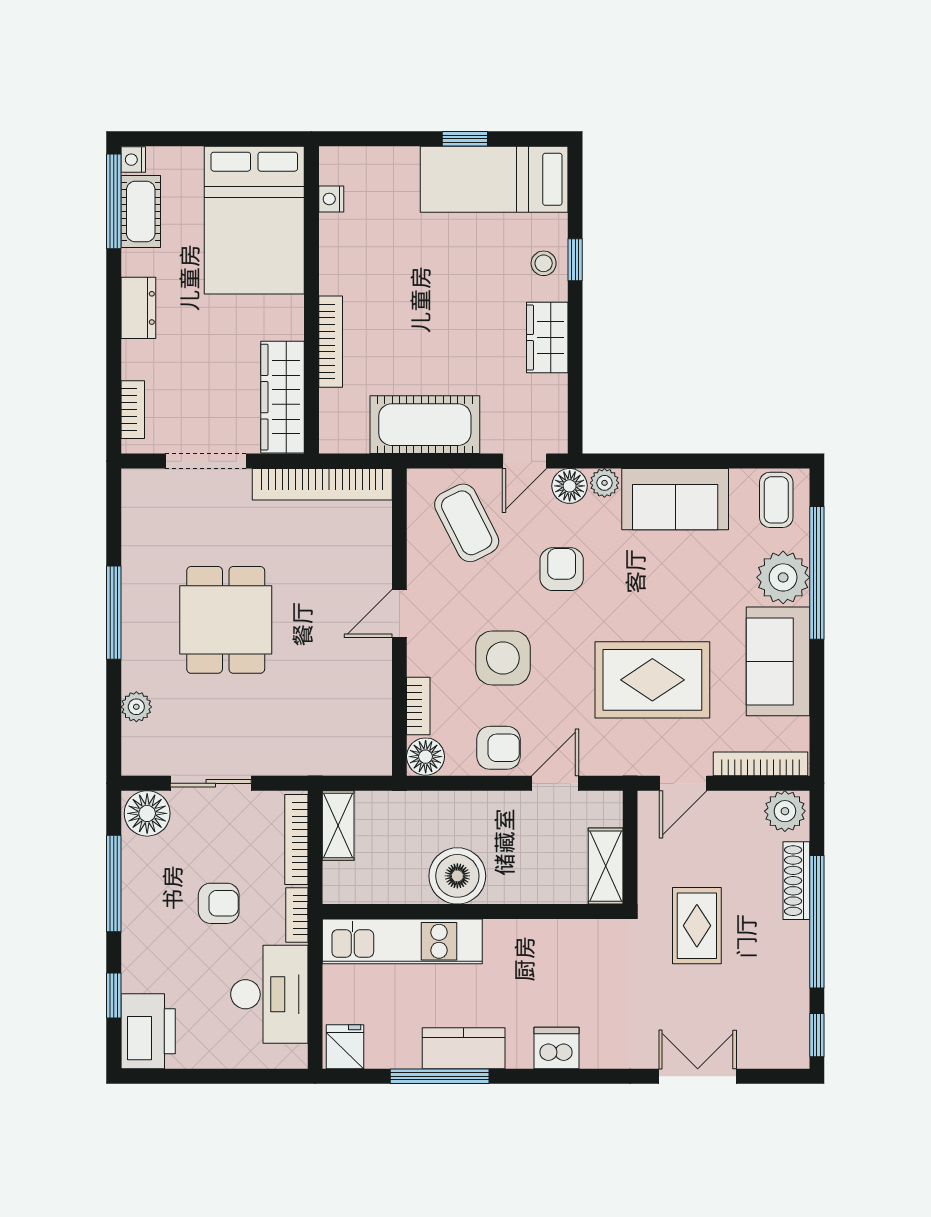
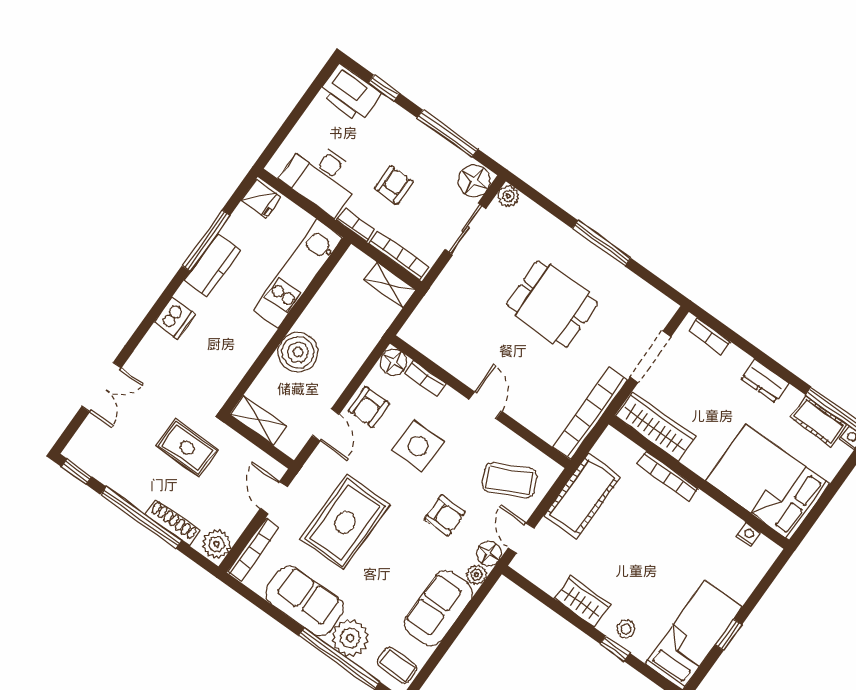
plant: (136, 707) -> (508, 196), moved
boiler: (457, 876) -> (298, 352), moved
armchair: (219, 903) -> (394, 185), turned 180

